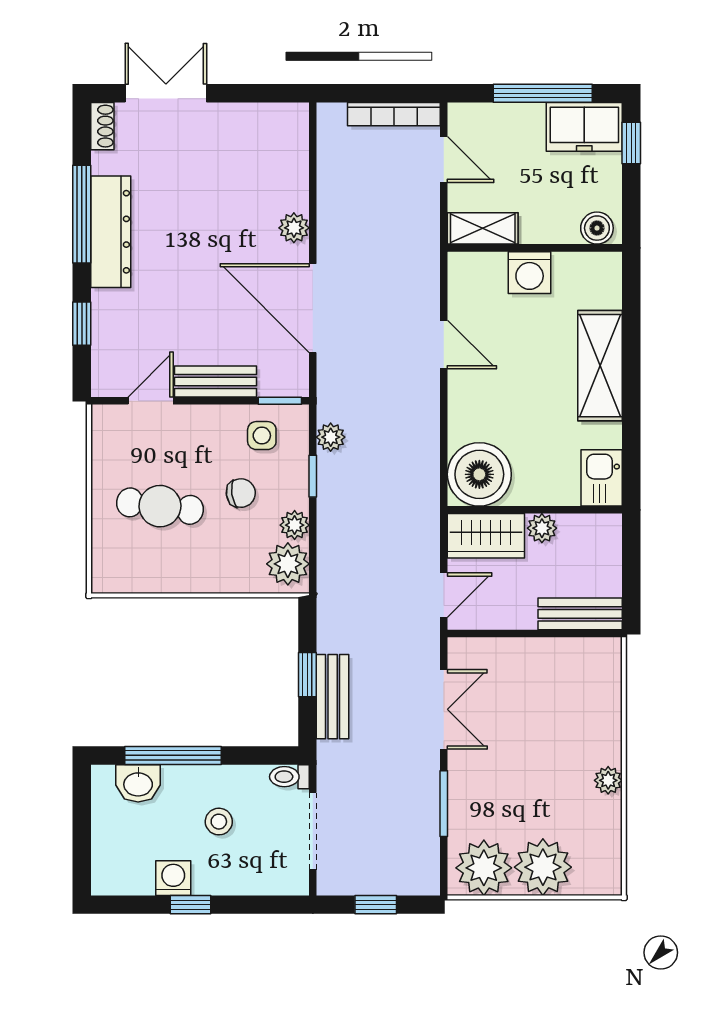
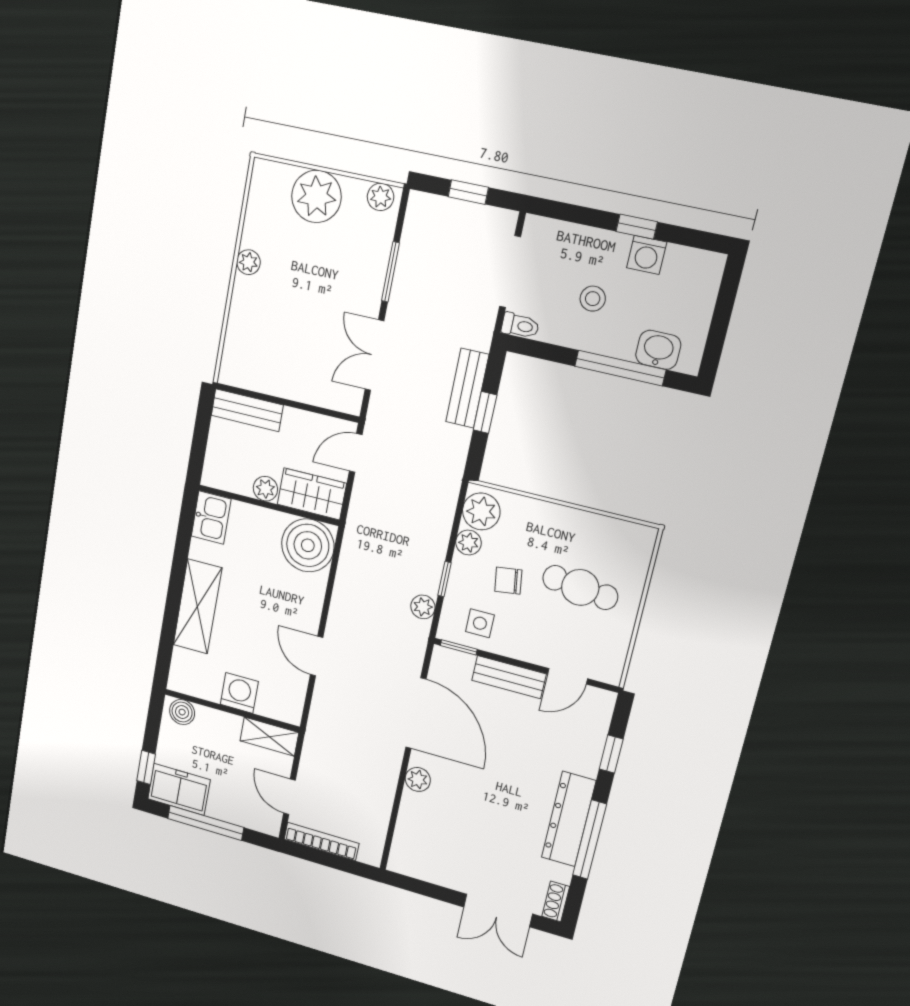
plant: (484, 868) -> (381, 197), width x0.53, depth x0.53

